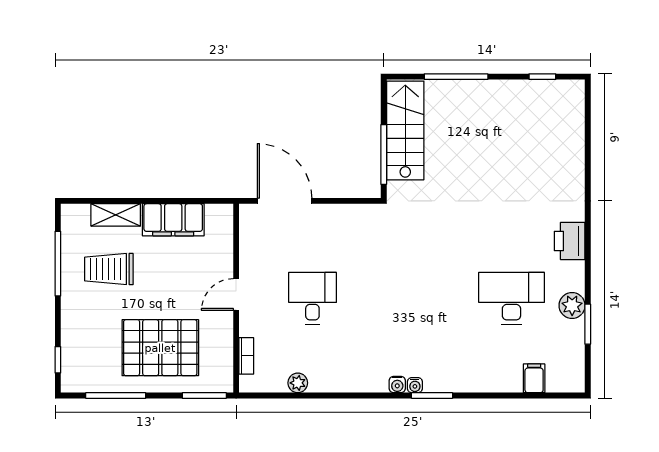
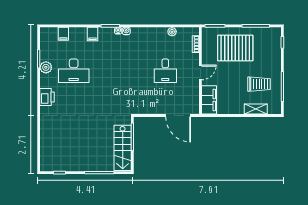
filing cabinet: (173, 220) -> (209, 100), moved, turned 90
filing cabinet: (470, 378) -> (93, 34), added

